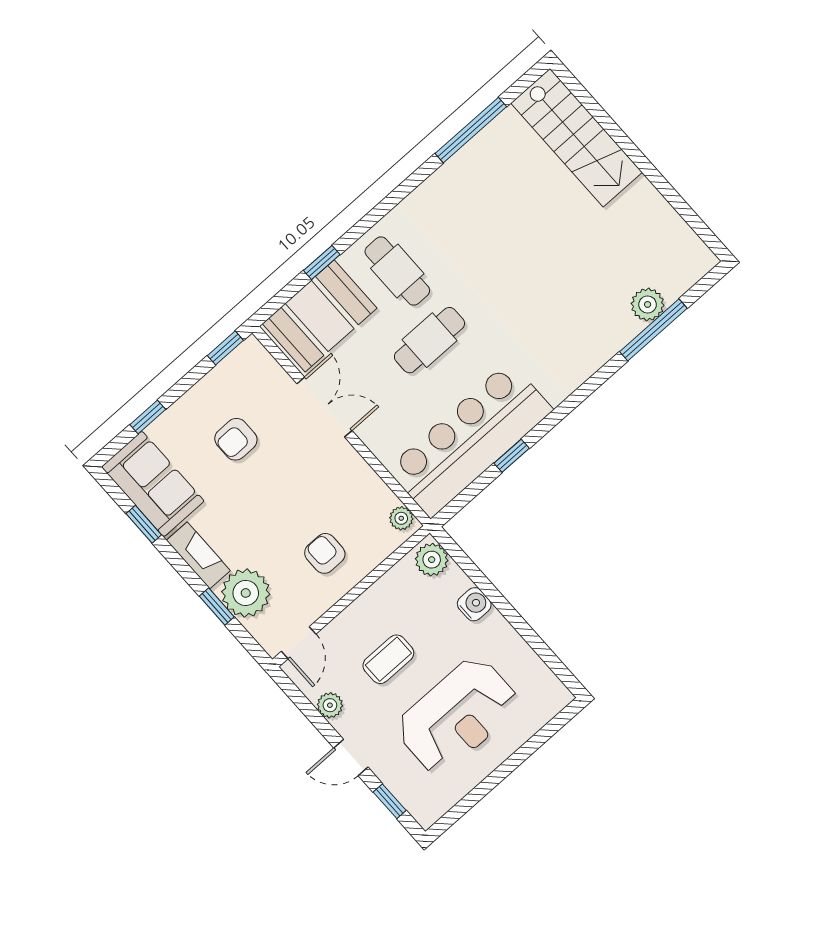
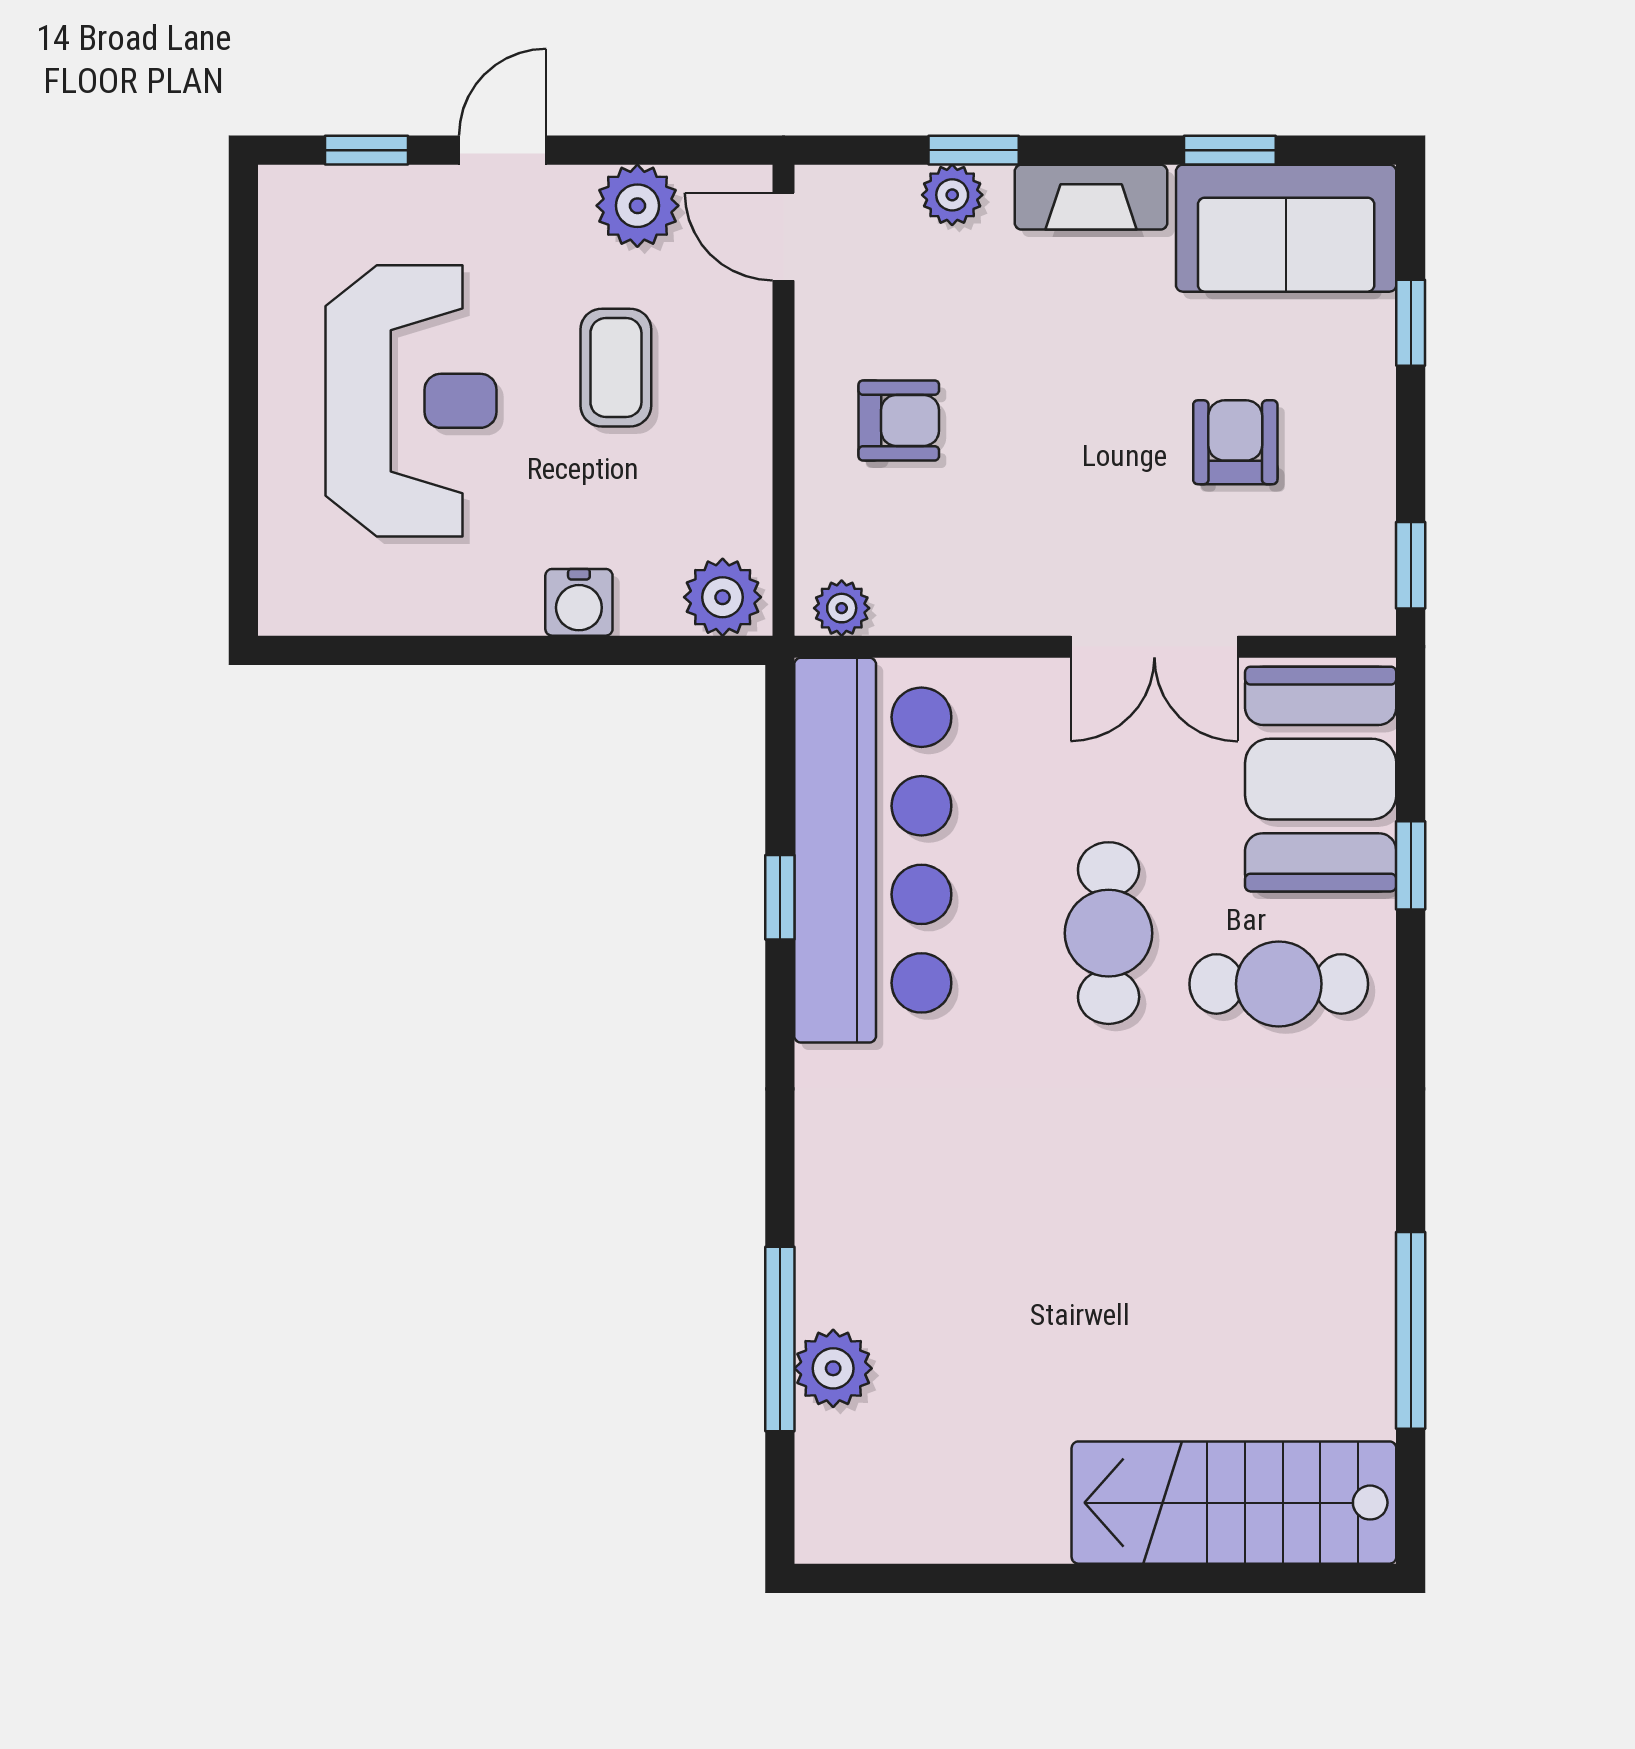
plant: (246, 593) -> (952, 195), width x0.53, depth x0.53
plant: (330, 705) -> (637, 206), width x1.38, depth x1.38
reception desk: (457, 715) -> (411, 401), turned 180

